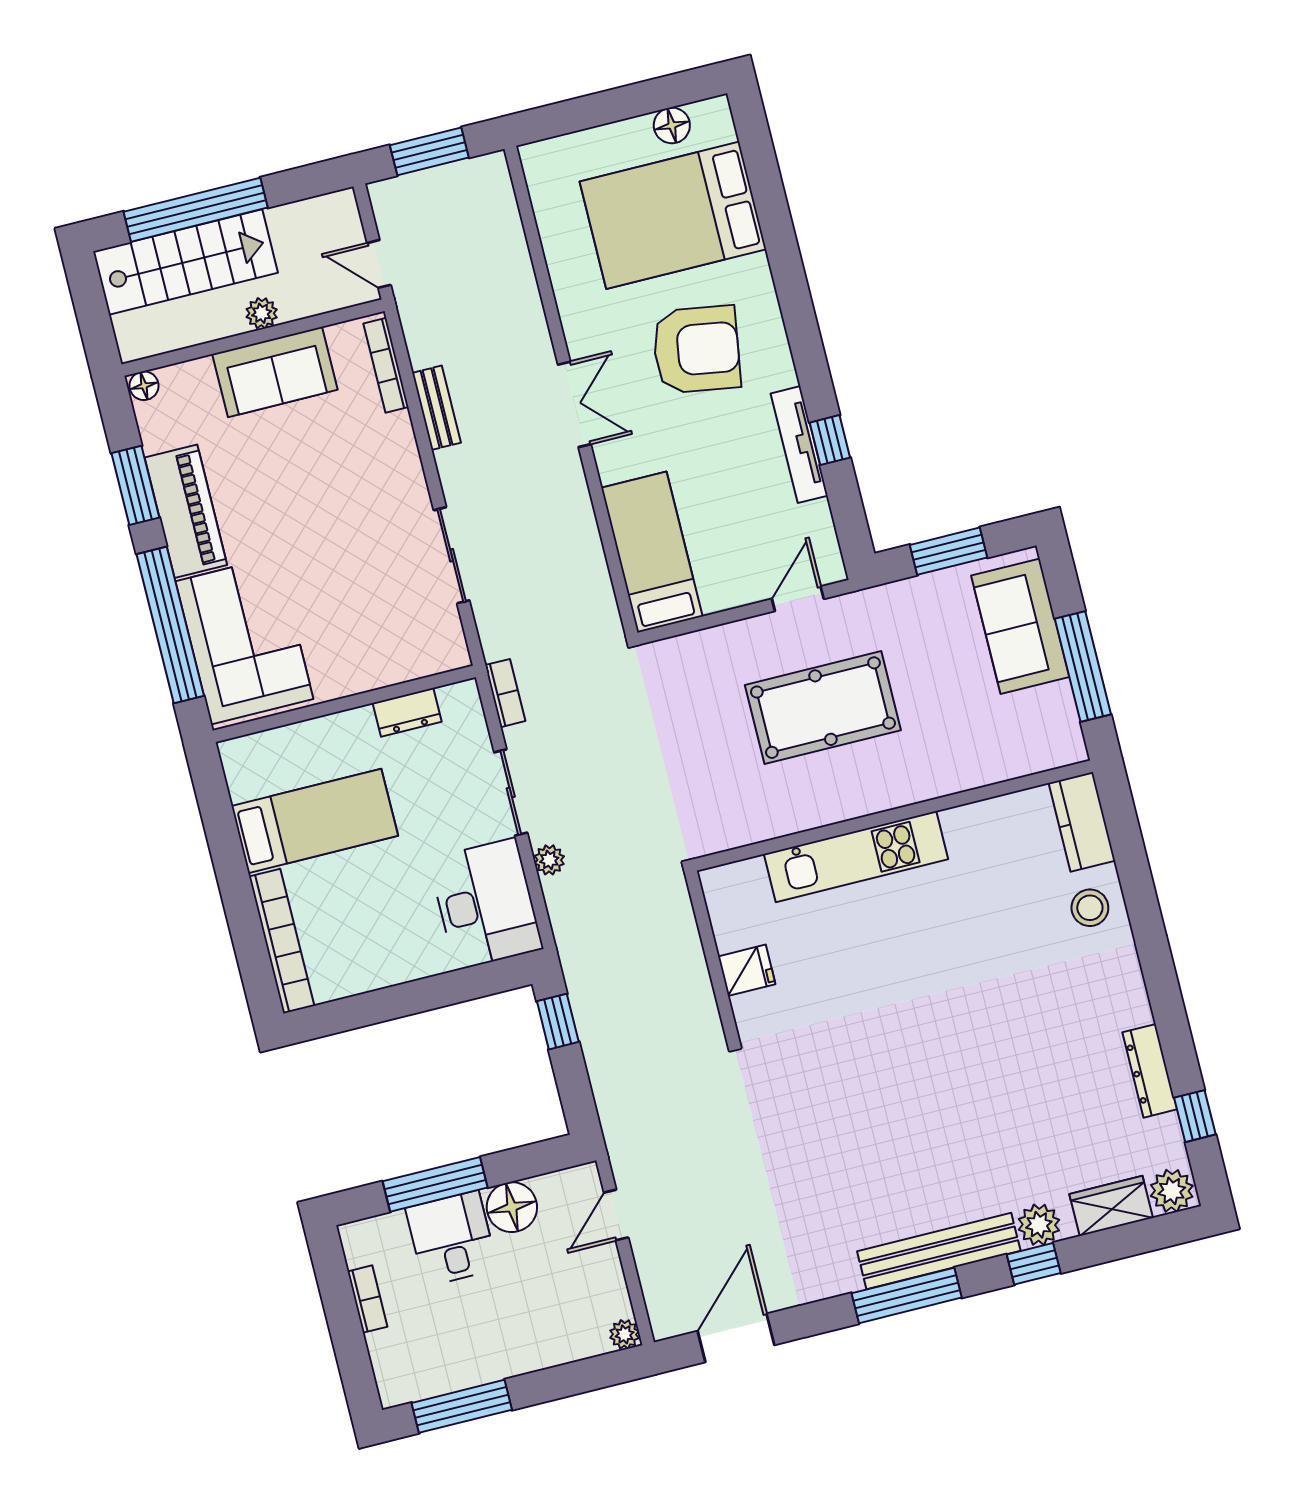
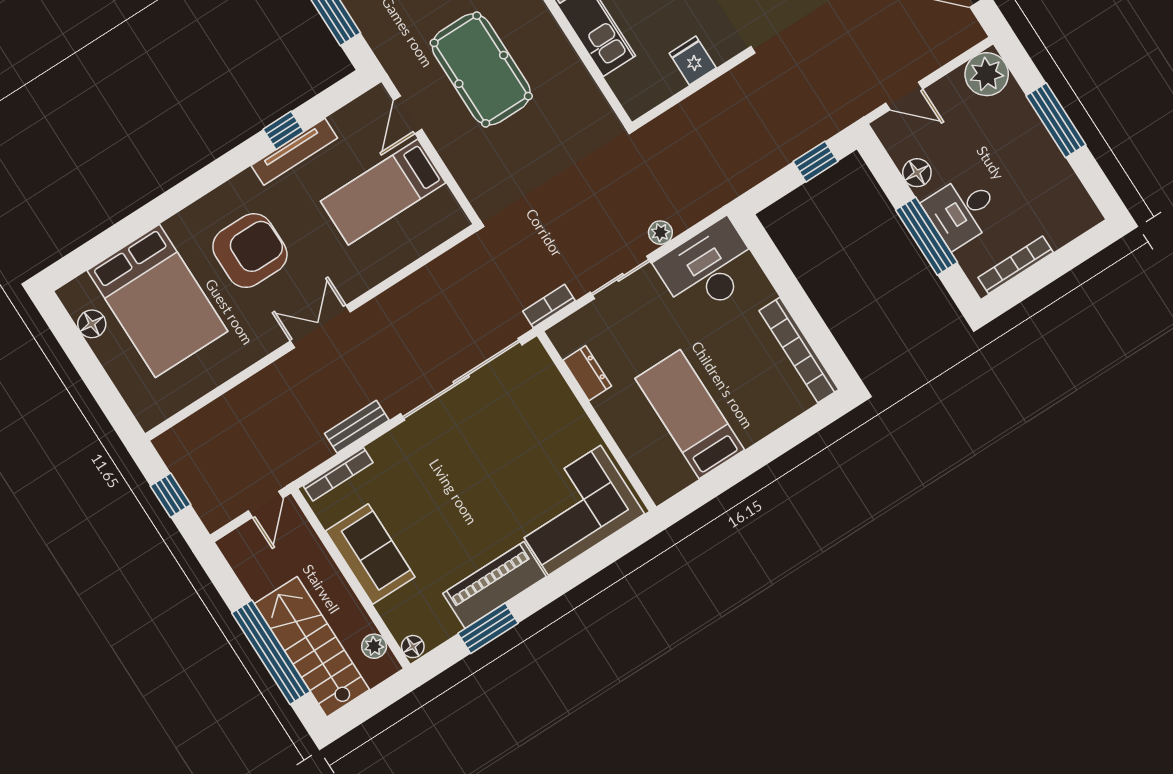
window: (429, 151) -> (171, 495), width x0.67
plant: (262, 313) -> (374, 646), moved
armchair: (696, 349) -> (250, 251), turned 81
bed: (652, 552) -> (383, 192), moved
sliding door: (452, 555) -> (461, 379), width x1.86
door: (798, 599) -> (408, 115), hinge flipped
window: (170, 625) -> (582, 568), removed
bookcase: (282, 941) -> (799, 350), moved, turned -90
window: (558, 1022) -> (816, 162), moved
floor lamp: (512, 1207) -> (917, 173), width x0.73, depth x0.73
bookcase: (367, 1299) -> (1016, 265), width x1.56
plant: (625, 1334) -> (987, 74), width x1.88, depth x1.88
window: (462, 1406) -> (1056, 120), moved

